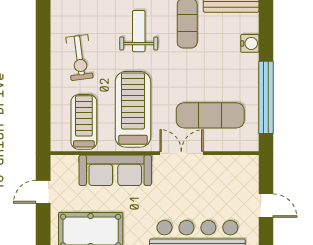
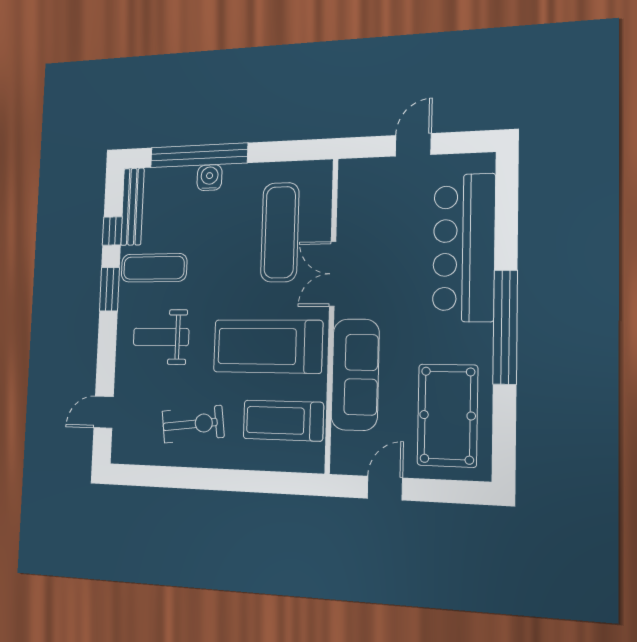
water cooler: (250, 43) -> (209, 178), moved
window: (266, 97) -> (199, 155), moved
door: (43, 192) -> (385, 488), swing flipped

